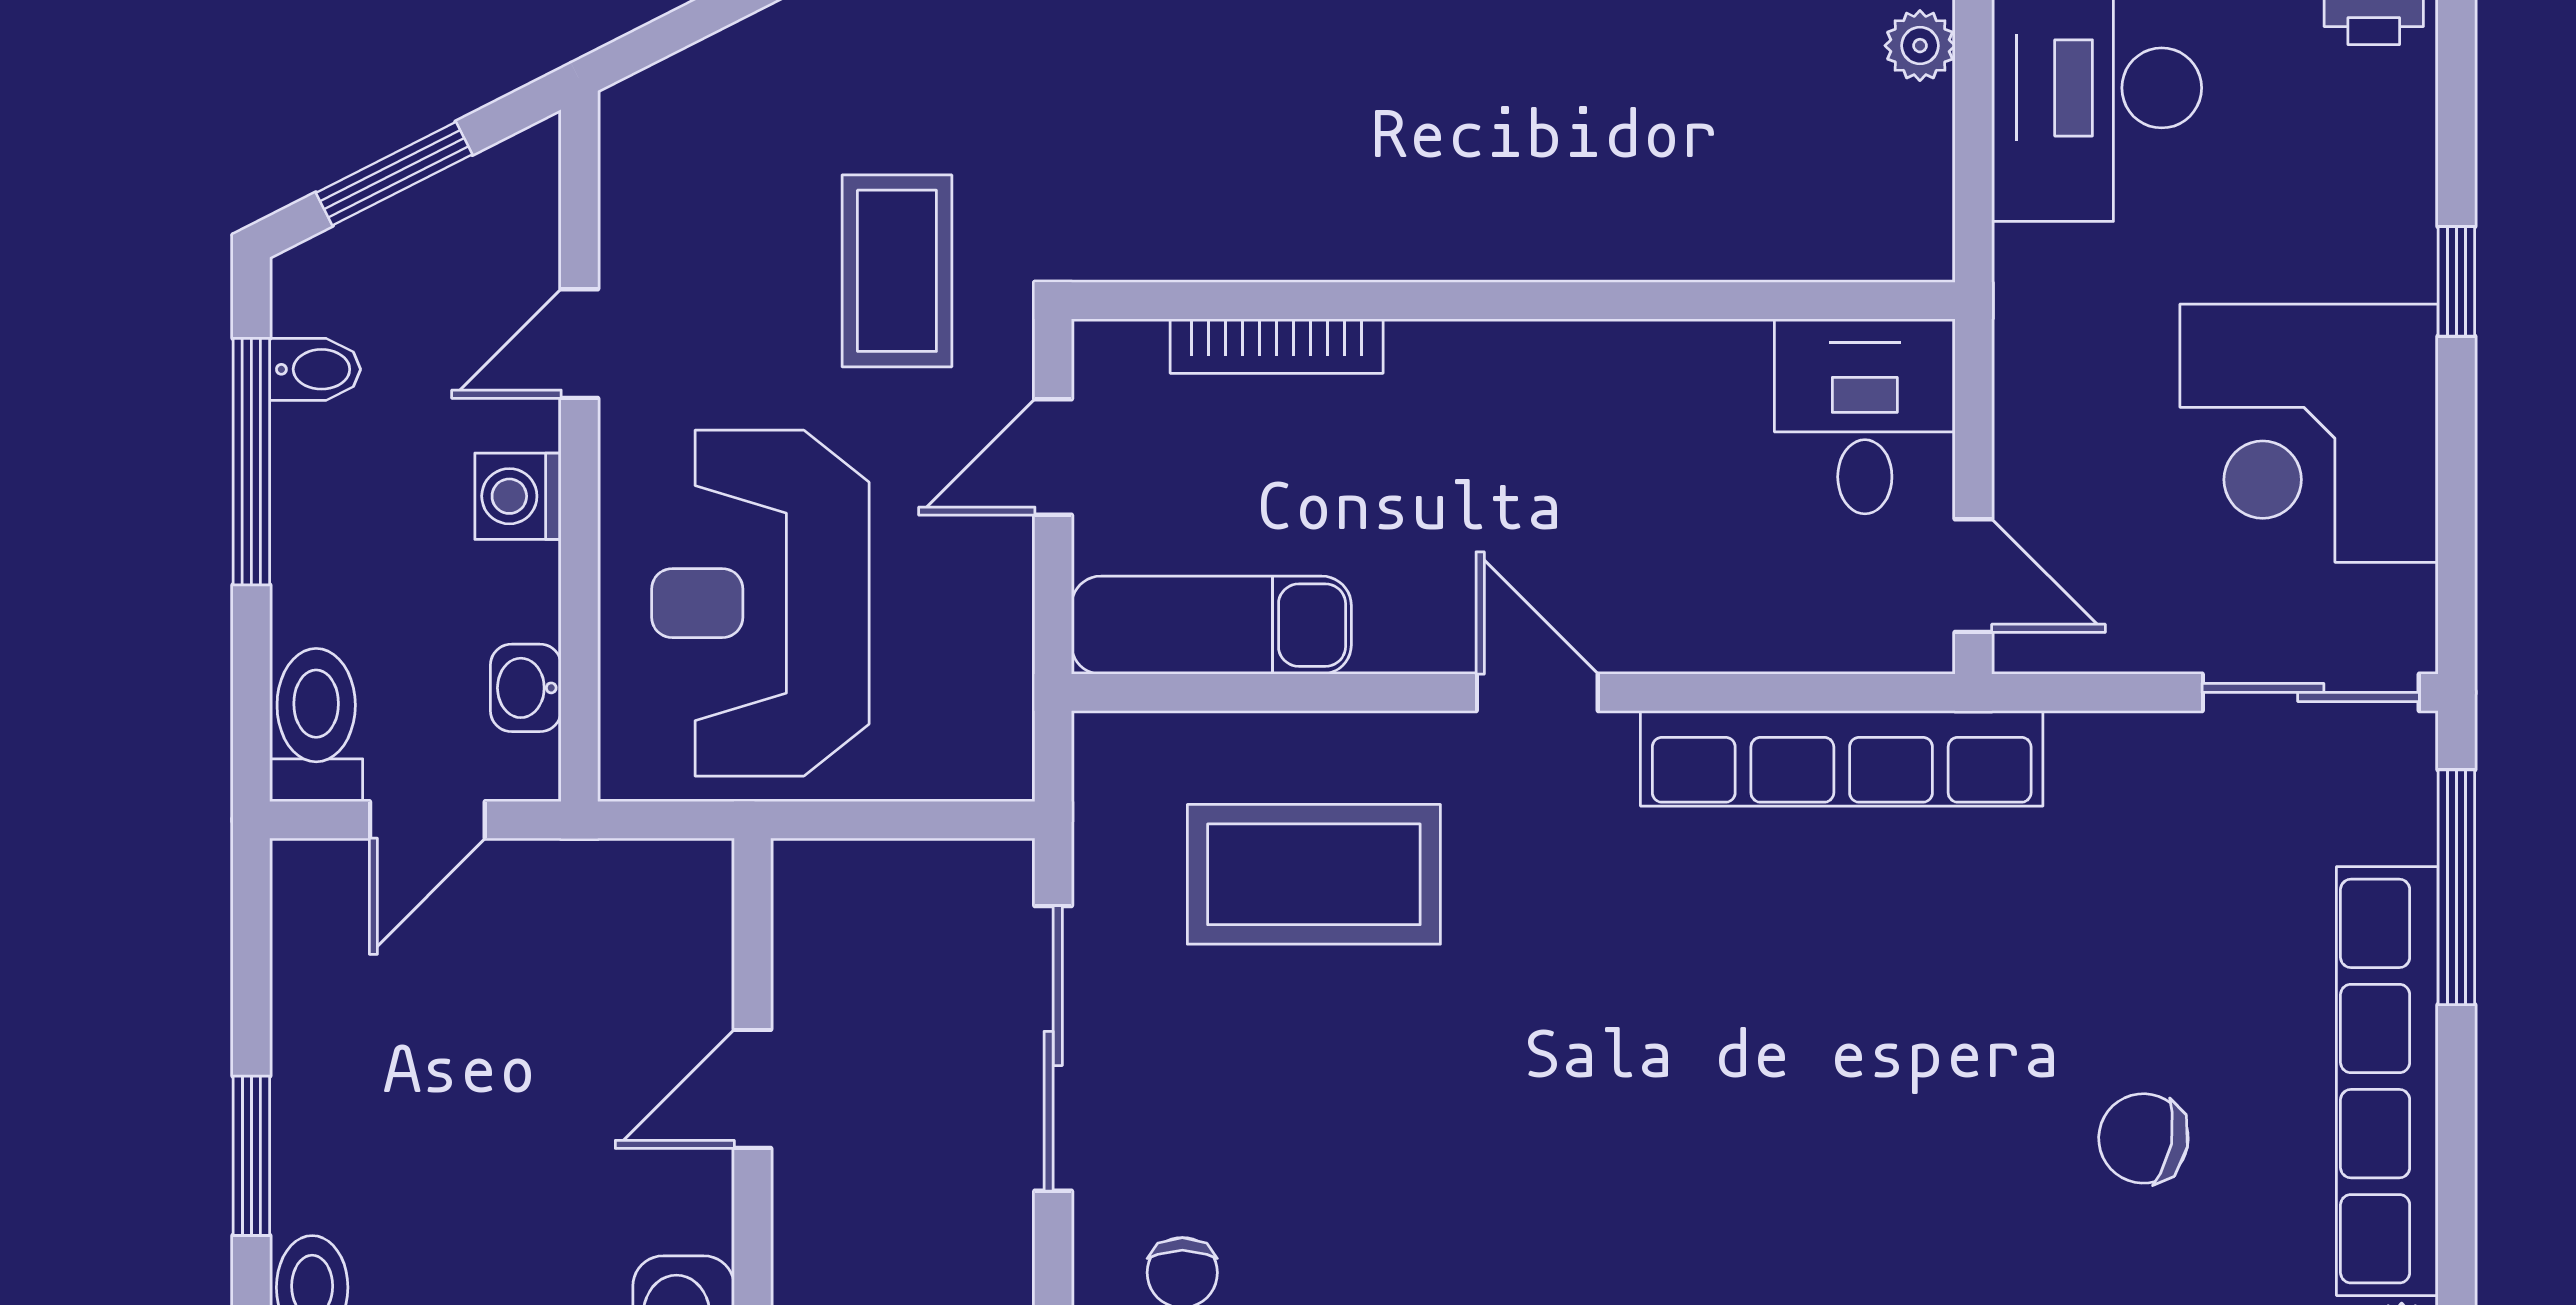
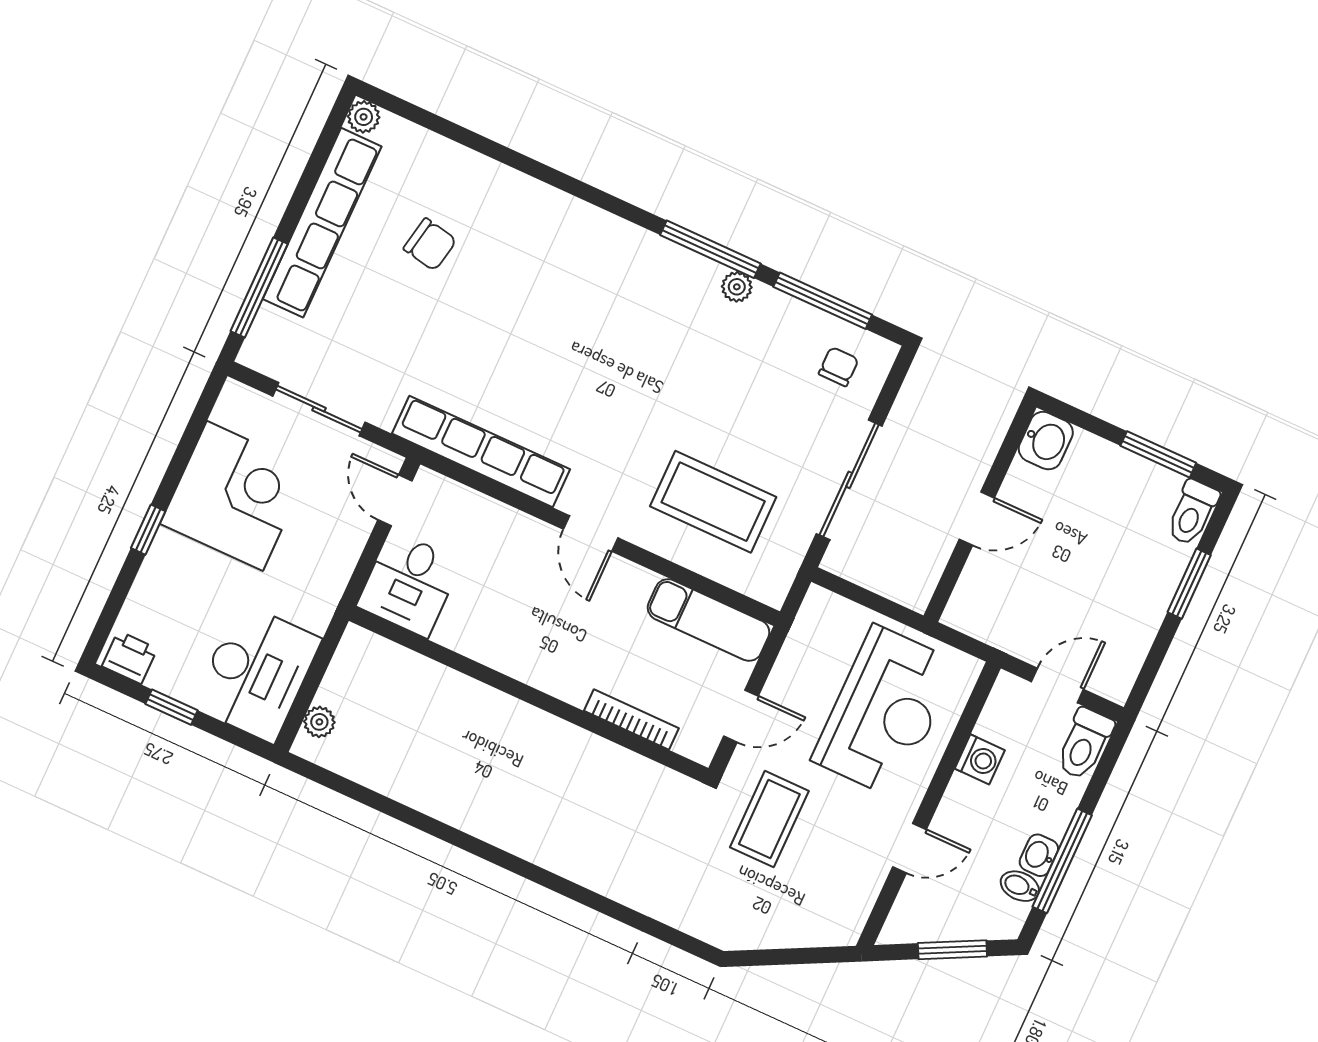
washing machine: (518, 496) -> (980, 759), moved
washbasin: (526, 688) -> (1039, 855), moved, turned 180
sliding door: (2311, 692) -> (319, 409), moved

